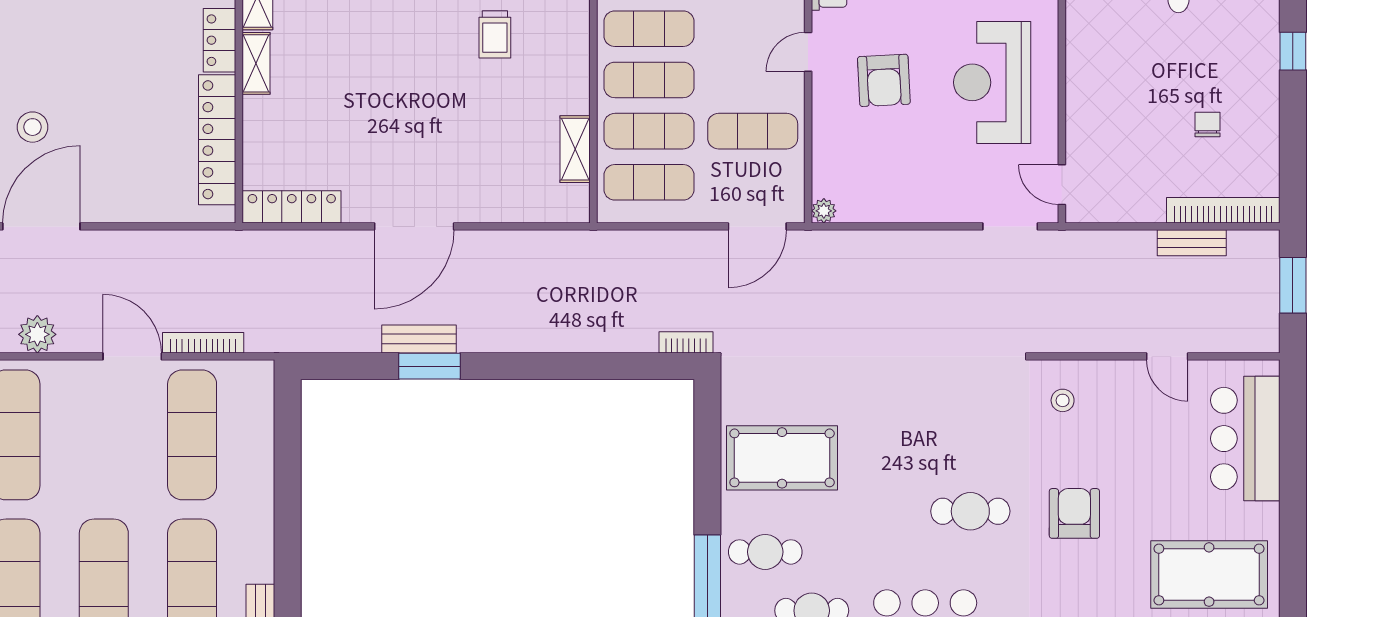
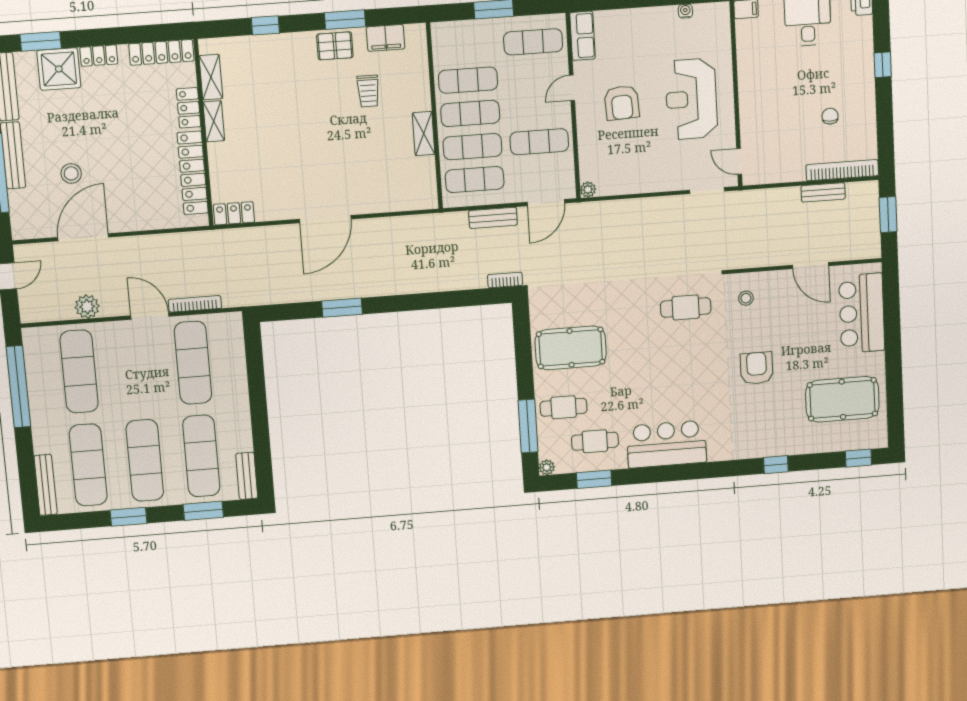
shelving: (575, 149) -> (424, 134), moved
locker: (292, 207) -> (234, 213), width x0.66
bench: (419, 339) -> (493, 218), moved
door: (1167, 356) -> (811, 266), width x1.38
cafe table: (970, 511) -> (686, 307), moved

